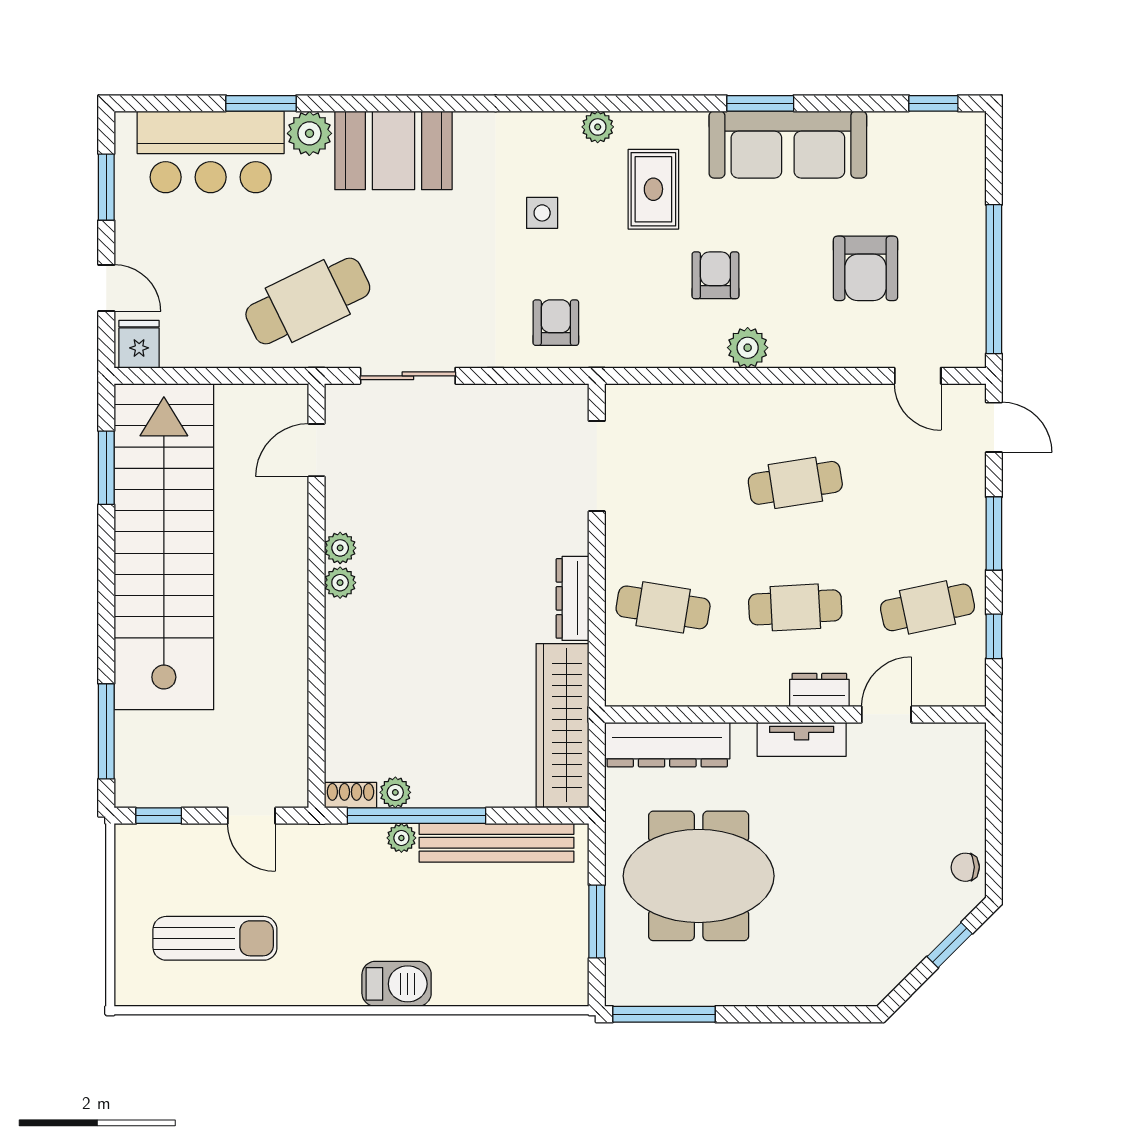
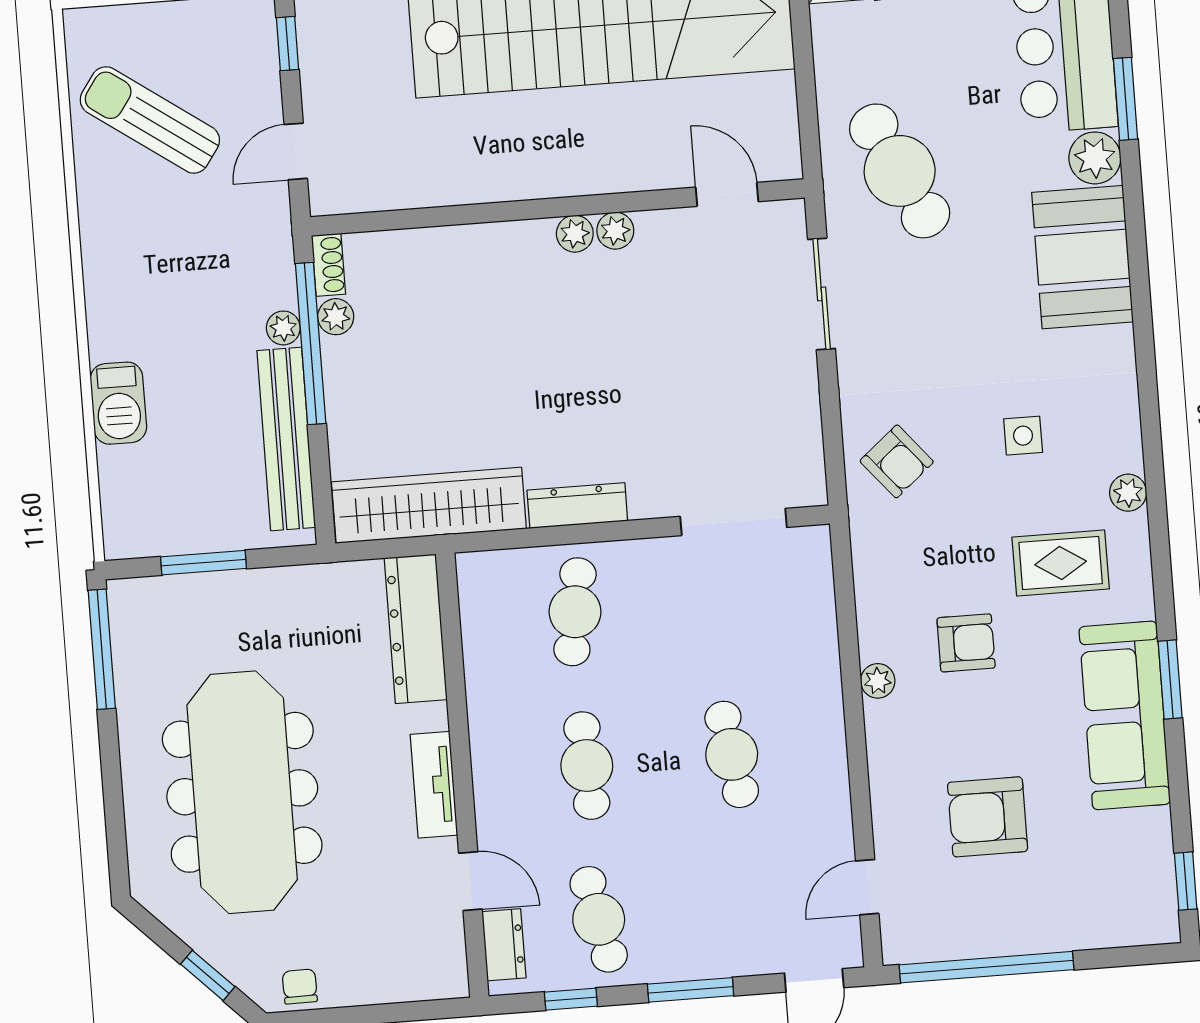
armchair: (556, 323) -> (897, 461), turned 50
plant: (748, 348) -> (878, 681), width x0.73, depth x0.73
dresser: (819, 690) -> (504, 945), moved
meeting table: (699, 876) -> (242, 792), moved, width x1.36
sun lounger: (215, 938) -> (150, 120), turned 125
barbecue: (397, 984) -> (118, 403), moved

